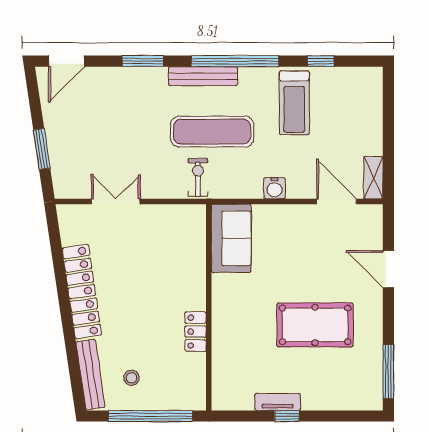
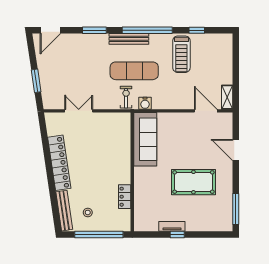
water cooler: (274, 188) -> (145, 103), moved
sofa: (231, 238) -> (145, 139), width x1.36
locker: (196, 332) -> (125, 197), moved

